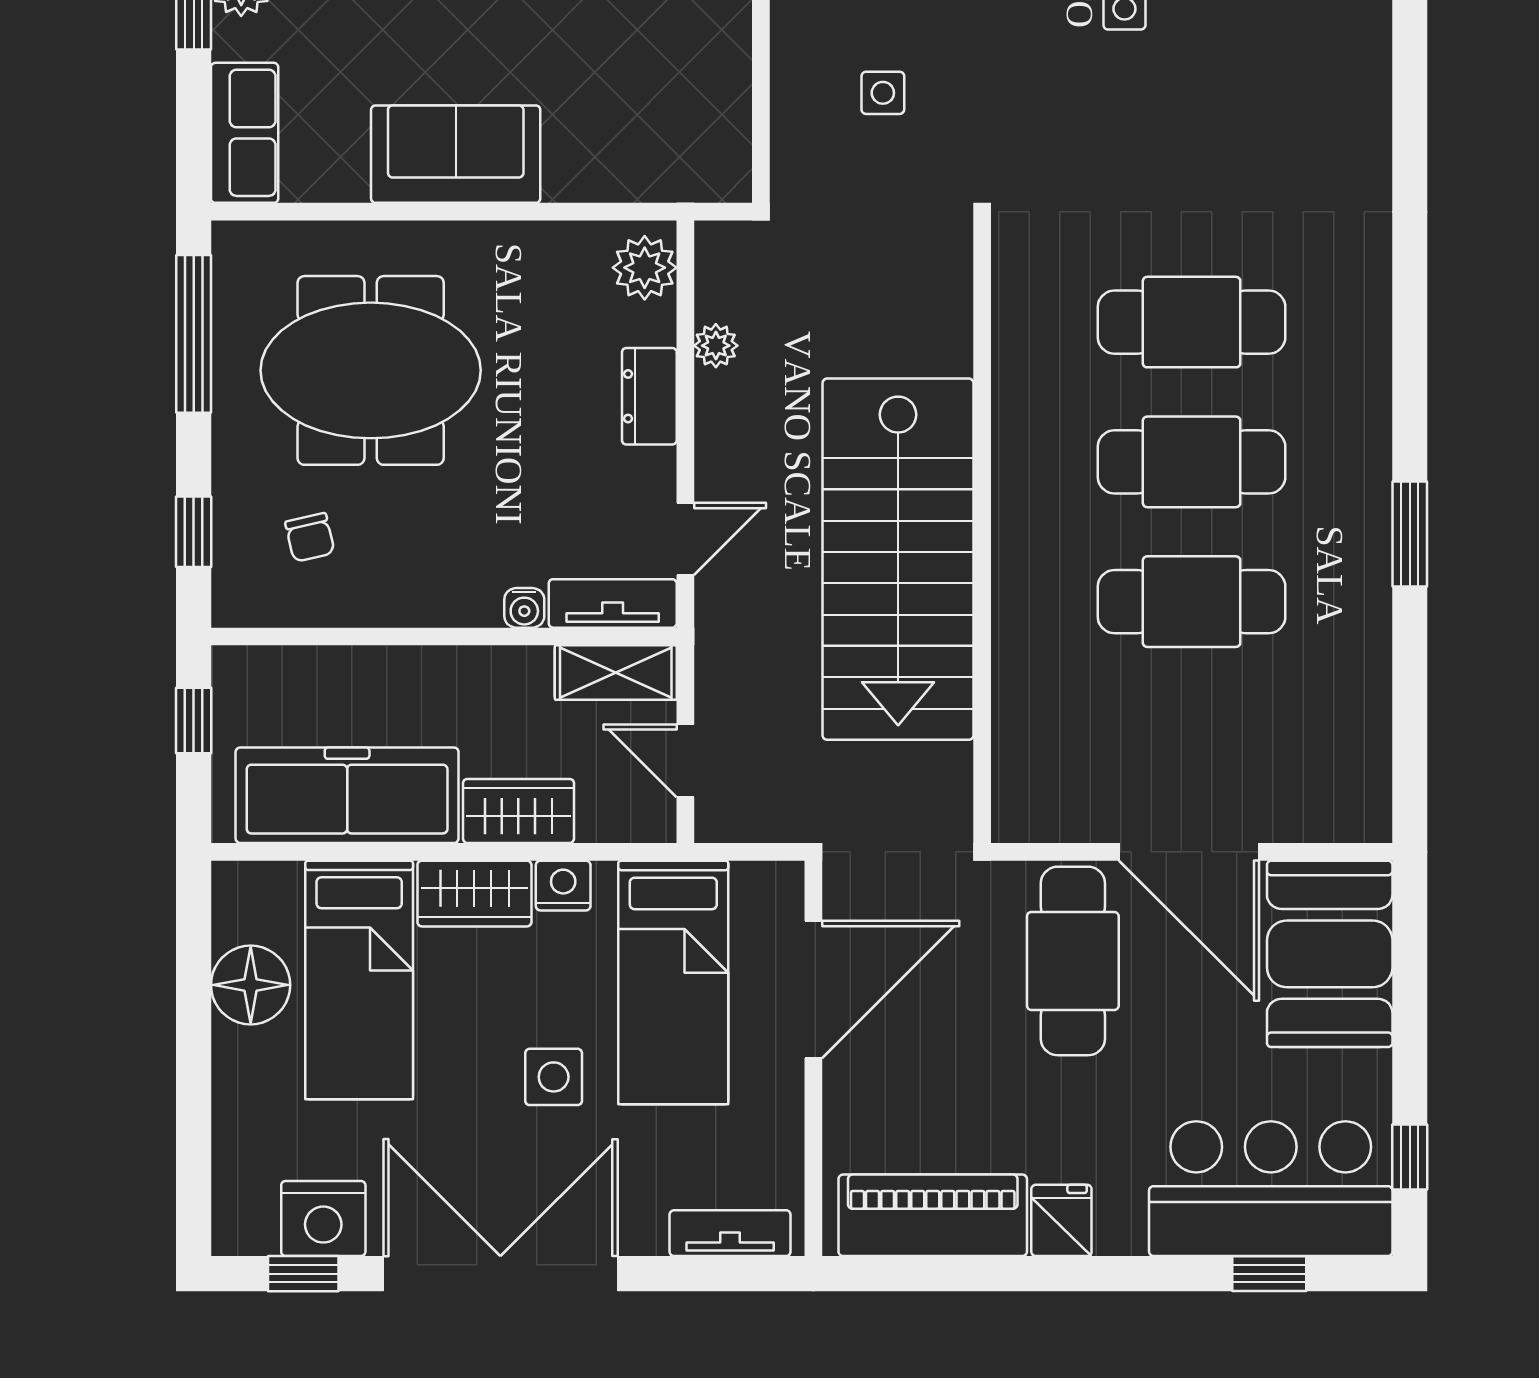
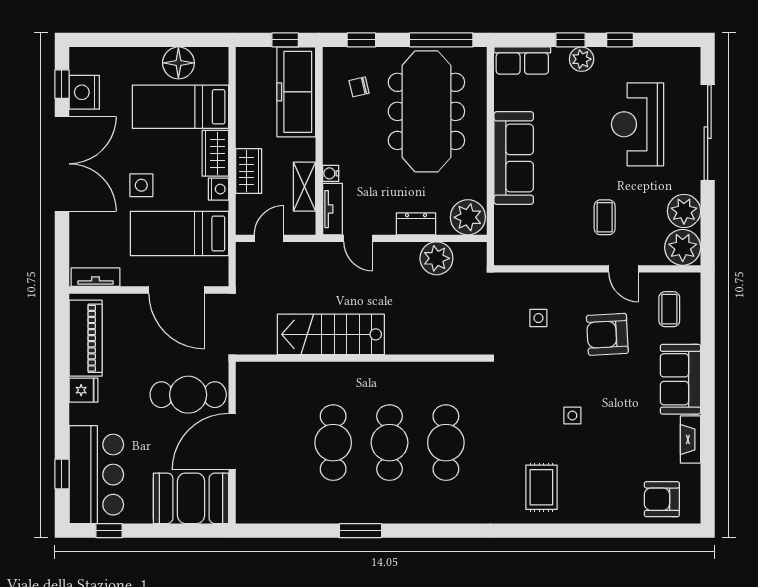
rug: (1302, 85) -> (541, 487), added
sofa: (456, 154) -> (514, 158), width x1.36
plant: (645, 268) -> (468, 217), width x1.36, depth x1.36
plant: (716, 346) -> (436, 258), width x1.87, depth x1.87
meeting table: (371, 370) -> (426, 111), width x1.36
stairs: (898, 559) -> (331, 334), width x0.73, depth x0.66
shelving: (616, 673) -> (305, 187), moved
freezer: (347, 795) -> (296, 92), moved, turned 180
tv unit: (730, 1233) -> (95, 277), moved, turned -90

